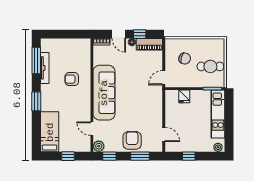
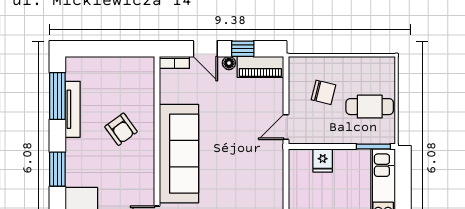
armchair: (72, 79) -> (121, 129), turned -126

